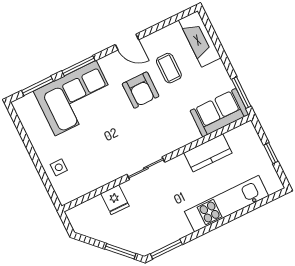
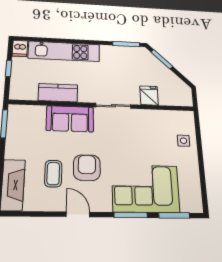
sofa: (219, 113) -> (70, 119), moved
dishwasher: (273, 182) -> (20, 48), added

